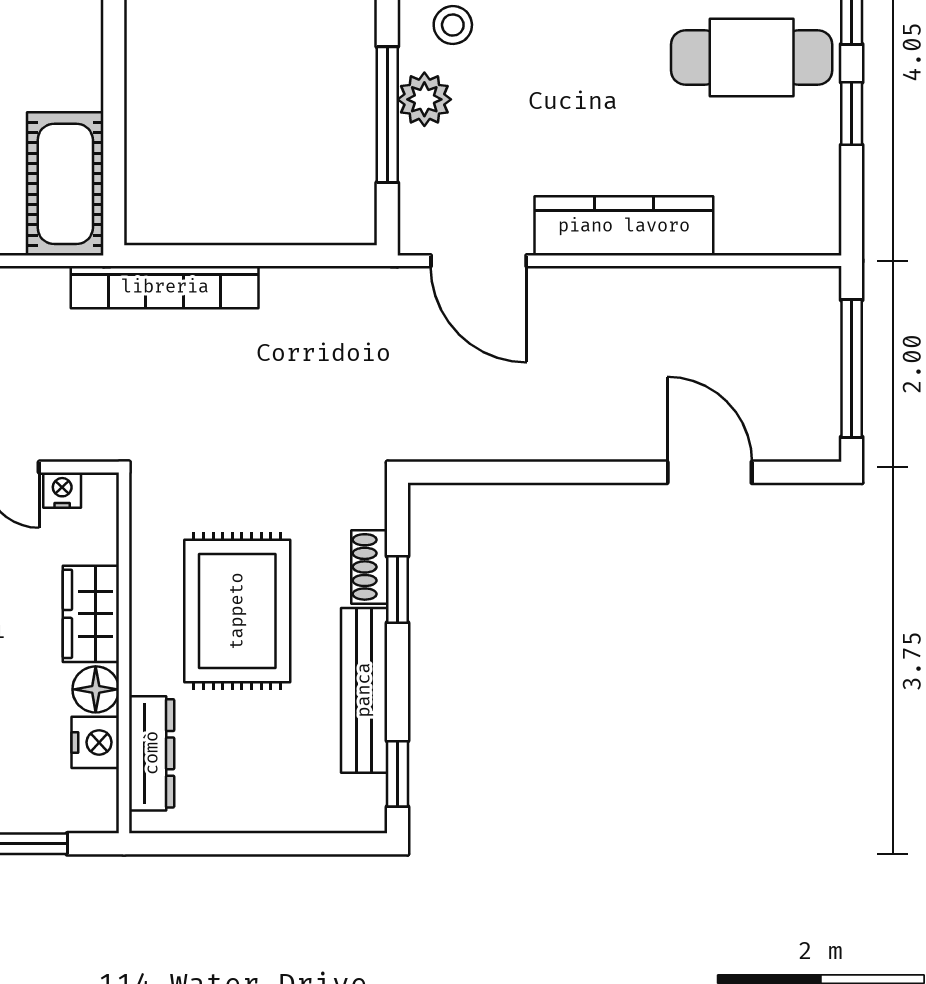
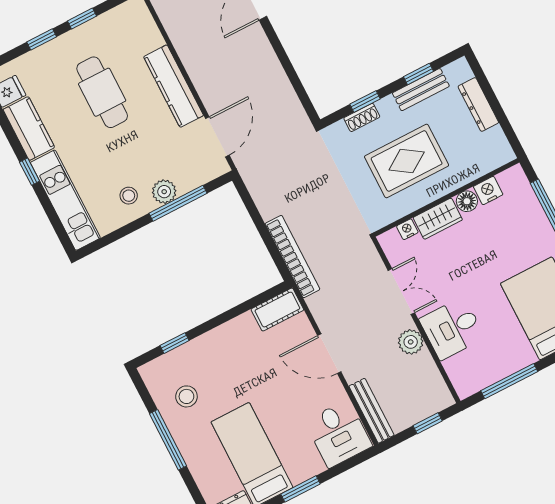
cafe table: (752, 57) -> (102, 92), moved
cot: (65, 184) -> (277, 310), width x0.73, depth x0.75
nightstand: (62, 490) -> (407, 229), moved, turned 90
bench: (364, 690) -> (421, 90), width x0.73
dresser: (152, 753) -> (478, 105), moved, turned -90
window: (398, 774) -> (419, 74), moved

